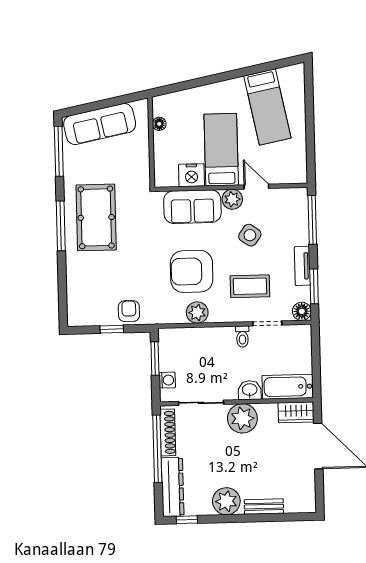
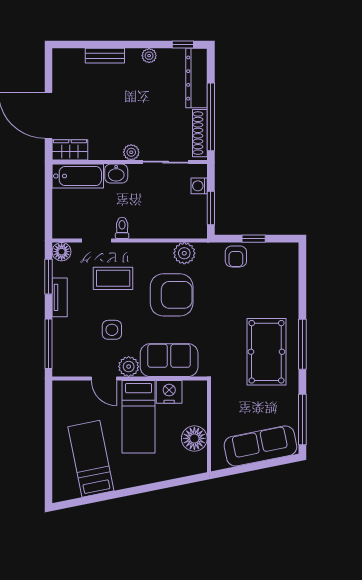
floor lamp: (159, 124) -> (194, 438), width x1.89, depth x1.89
side table: (250, 235) -> (112, 330), turned -35
plant: (197, 312) -> (184, 253), moved
plant: (242, 418) -> (131, 152), width x0.53, depth x0.53
plant: (226, 501) -> (149, 56), width x0.53, depth x0.53

